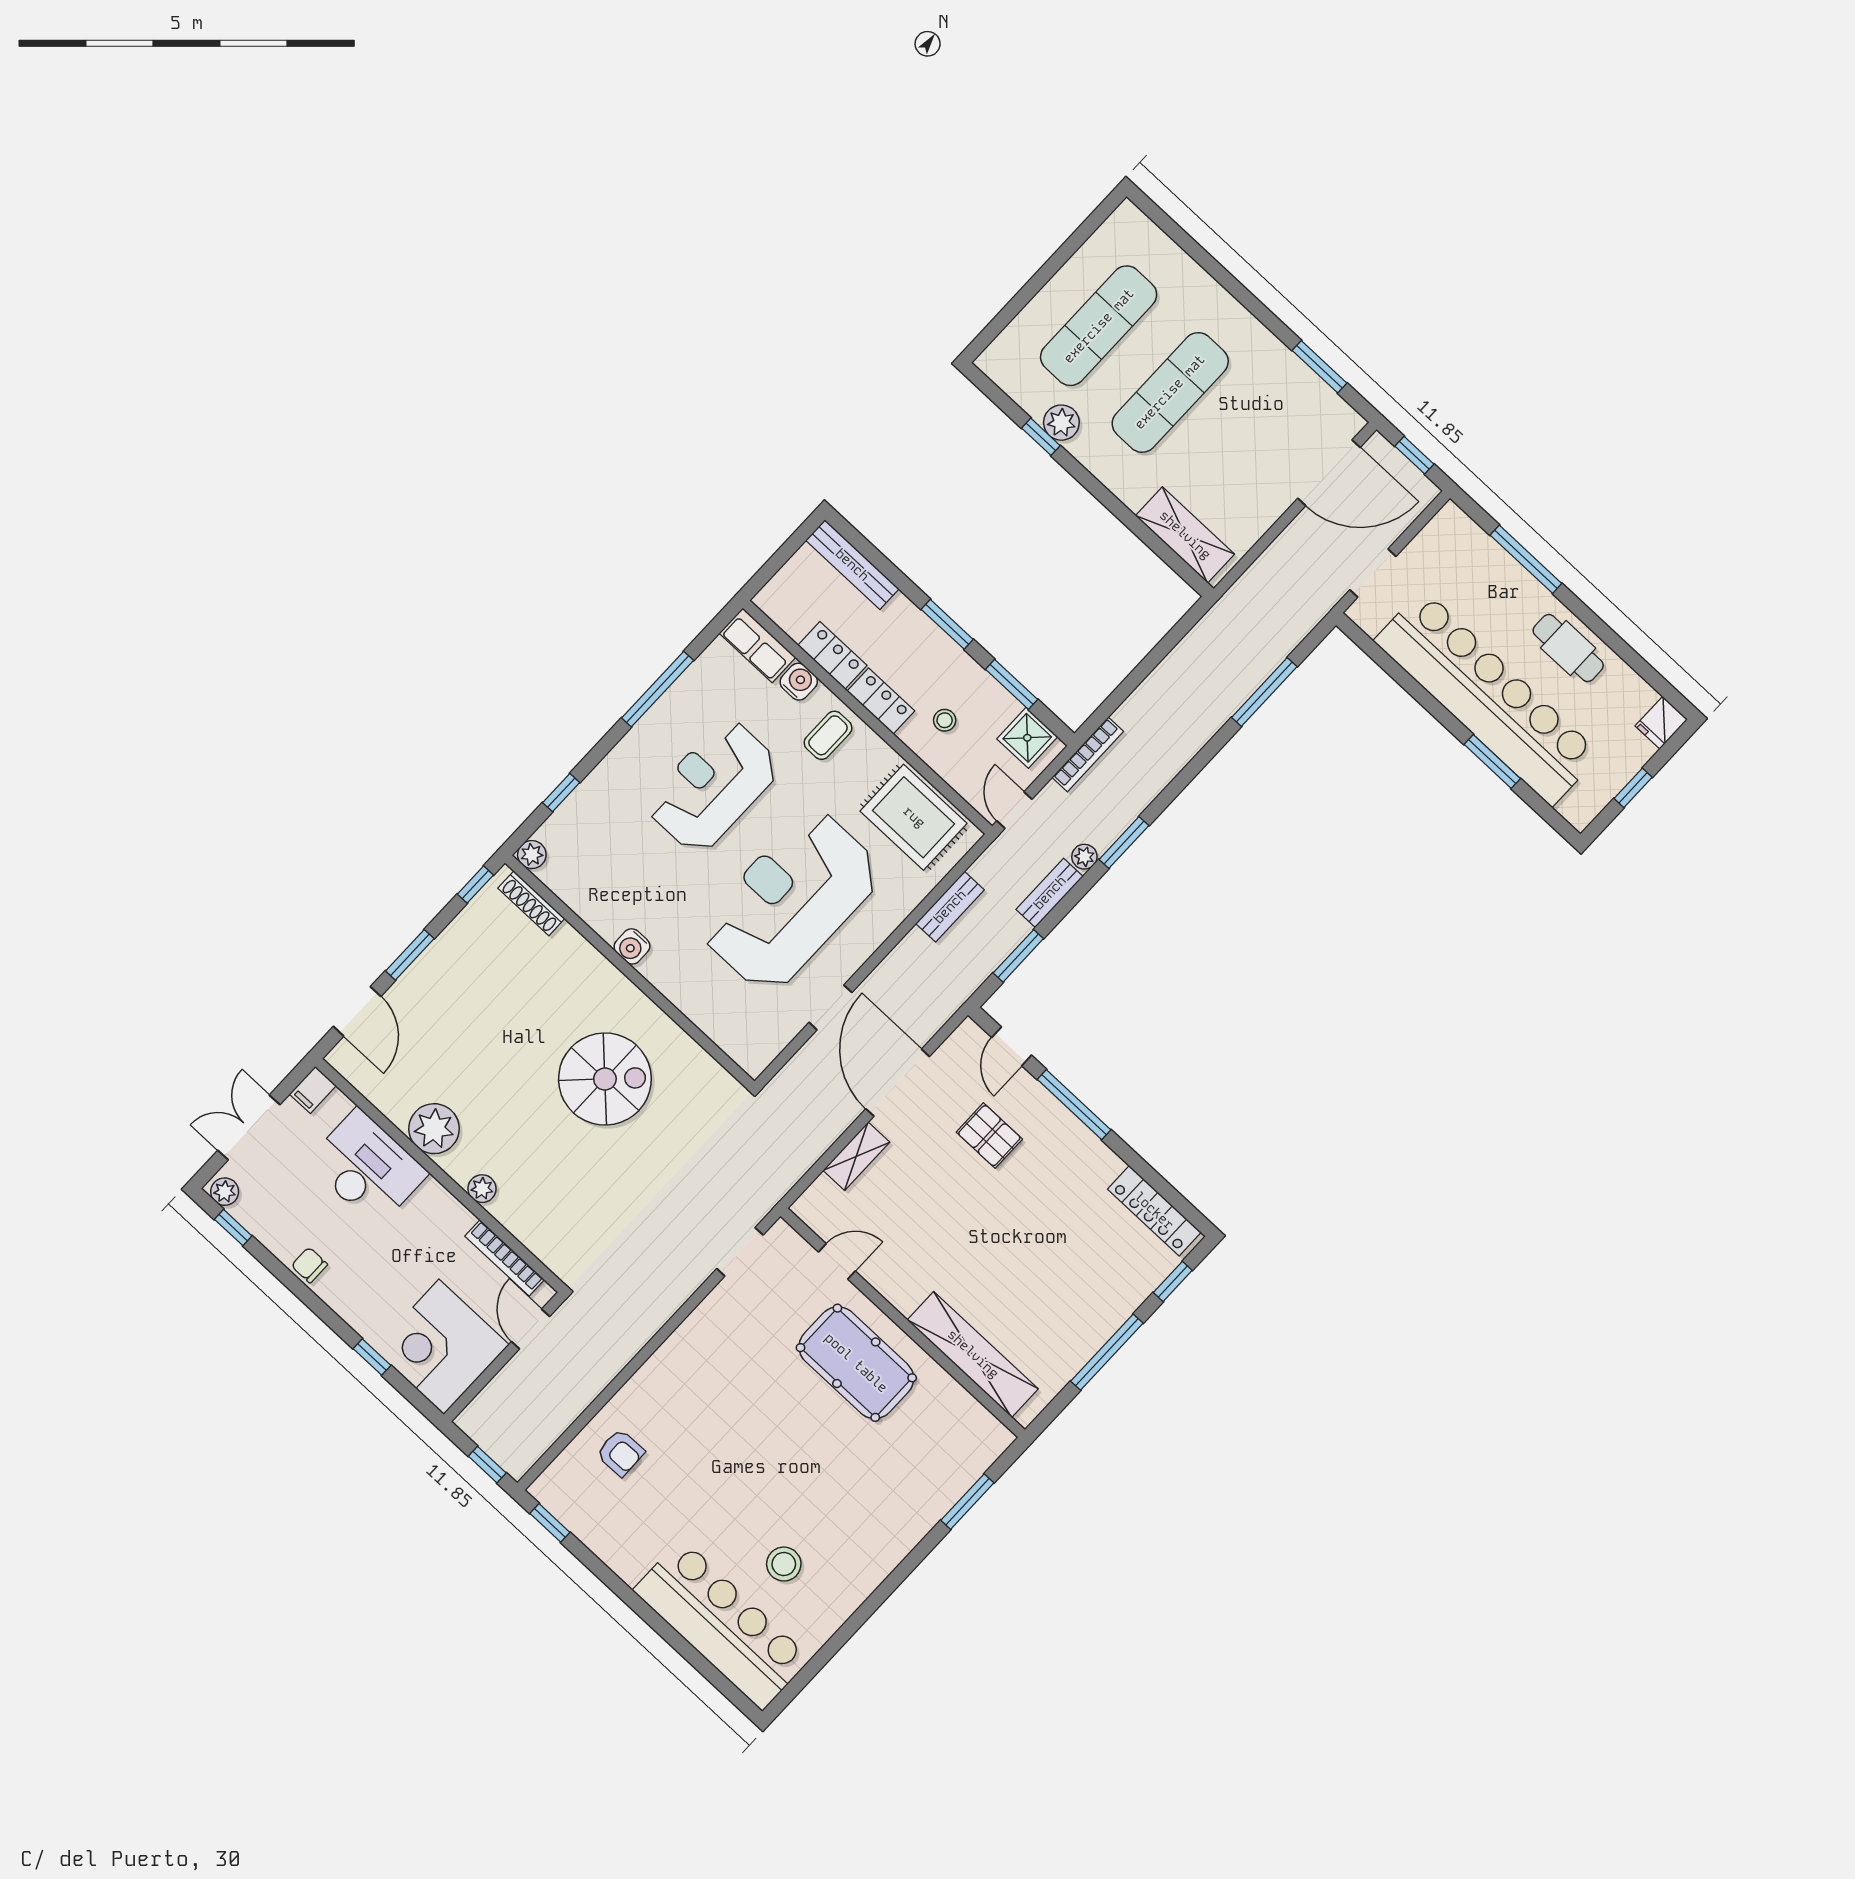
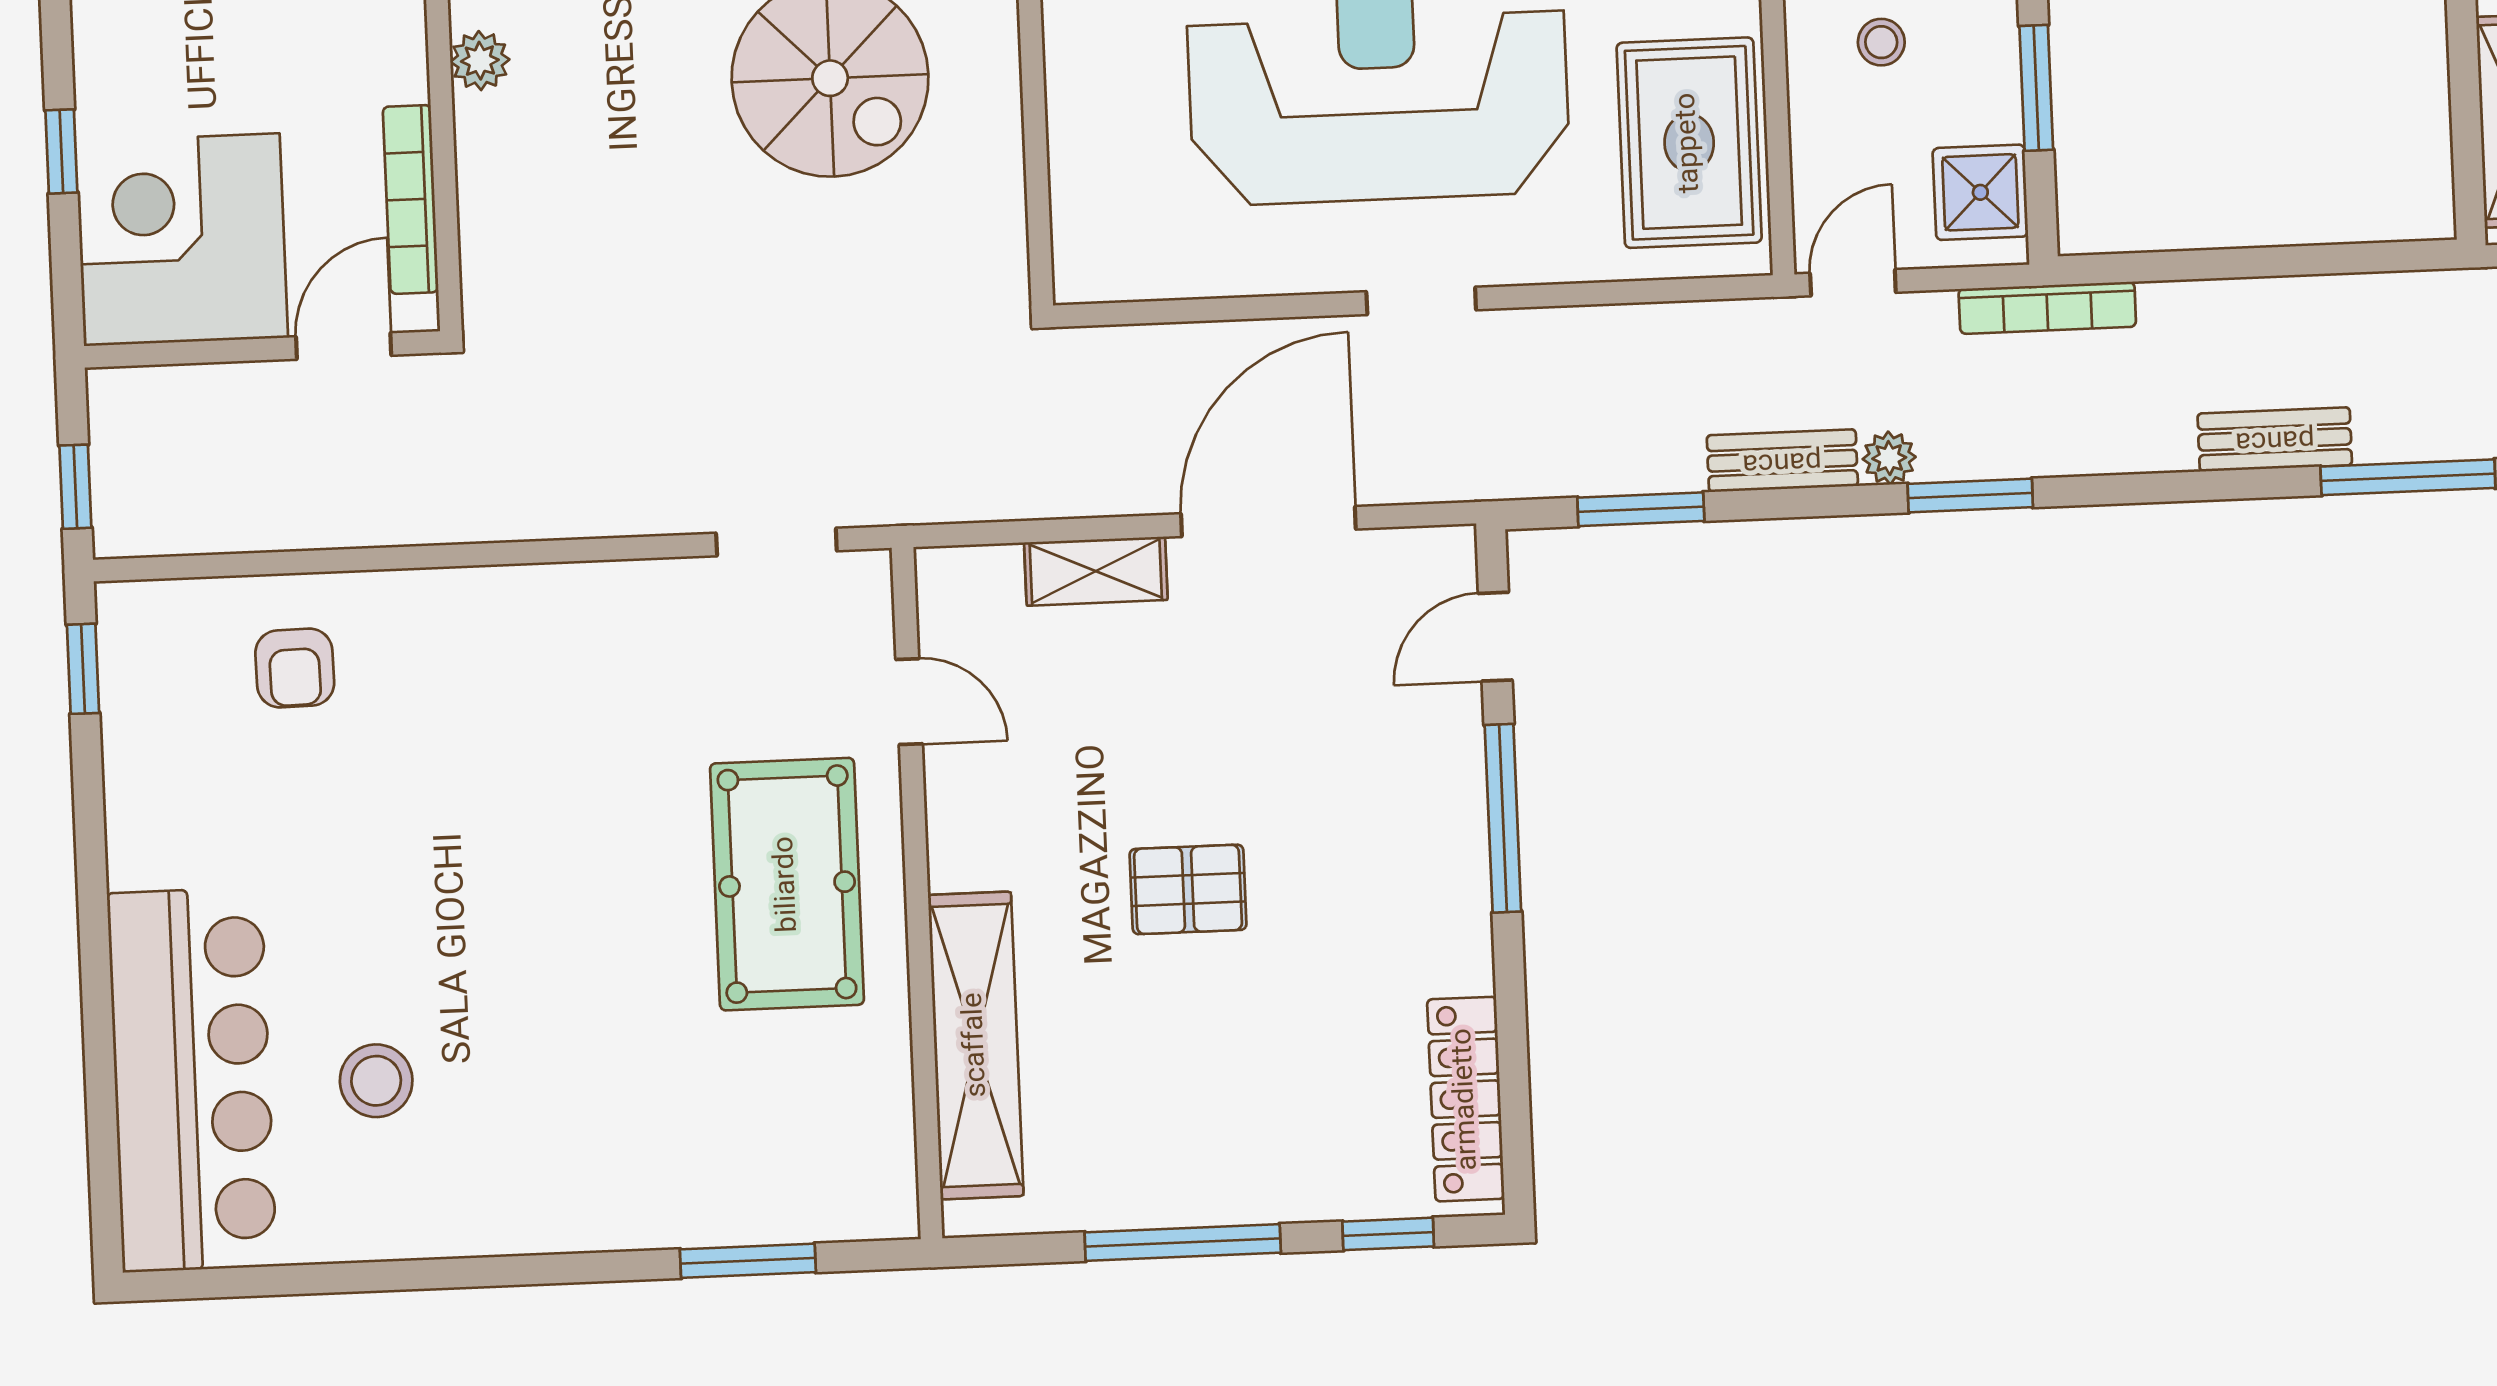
bench: (950, 907) -> (2275, 439), moved
doorway: (830, 1007) -> (1421, 301), moved
pallet: (989, 1136) -> (1188, 889), moved, turned 90

